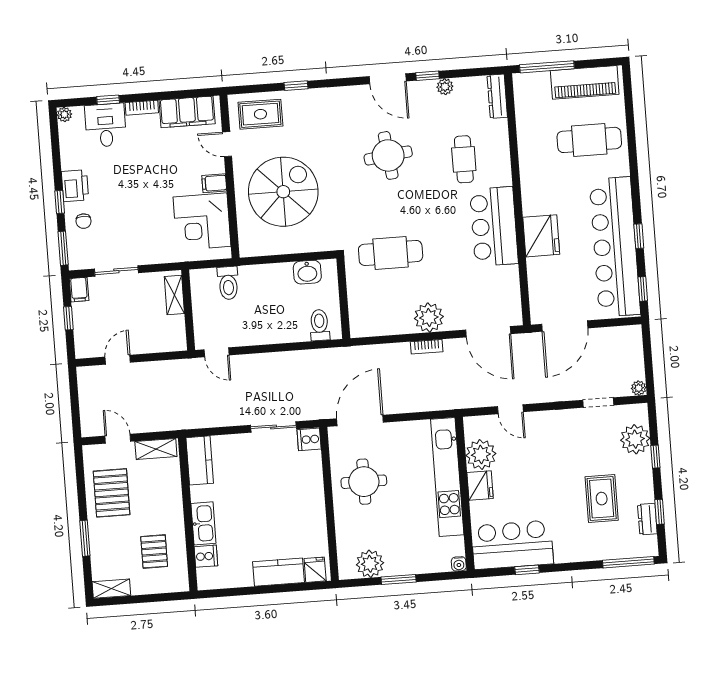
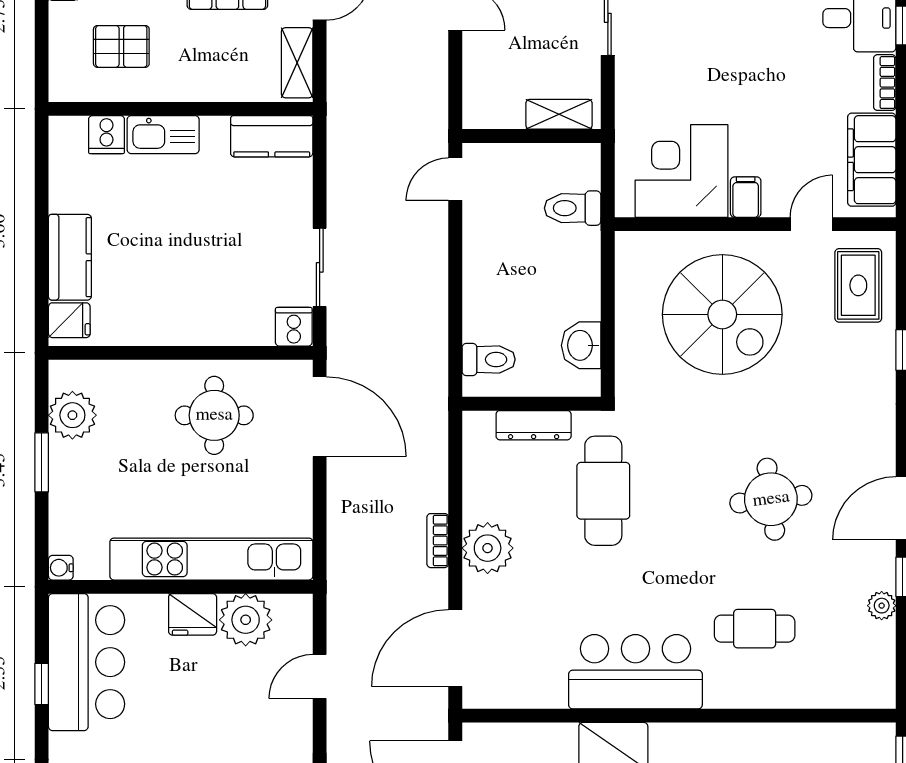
dresser: (497, 96) -> (534, 425), moved, turned 180

